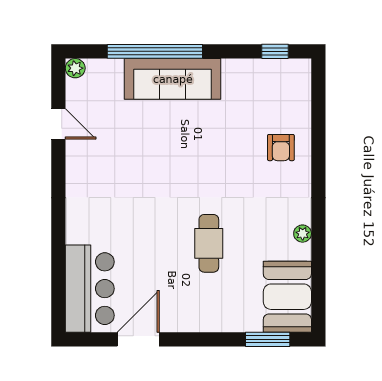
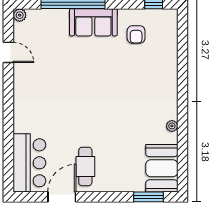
sofa: (173, 79) -> (93, 22), width x0.73
armchair: (281, 148) -> (136, 34), moved
cafe table: (209, 243) -> (85, 166), moved

